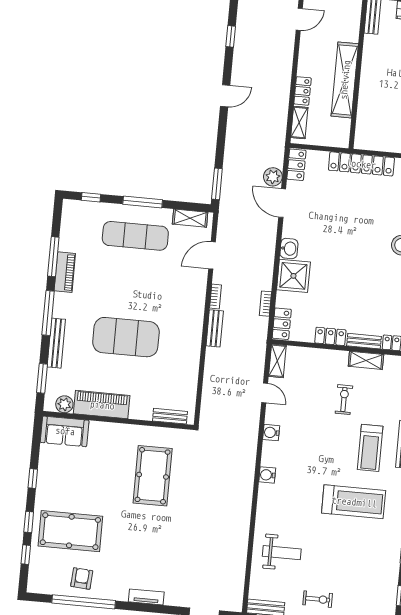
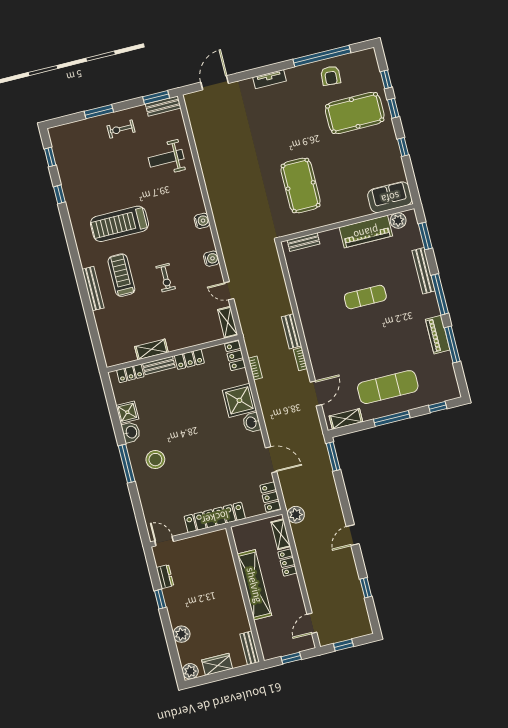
plant: (273, 177) -> (296, 515), moved
exercise mat: (126, 337) -> (365, 297), width x0.50, depth x0.69
exercise bike: (344, 400) -> (166, 278), moved

